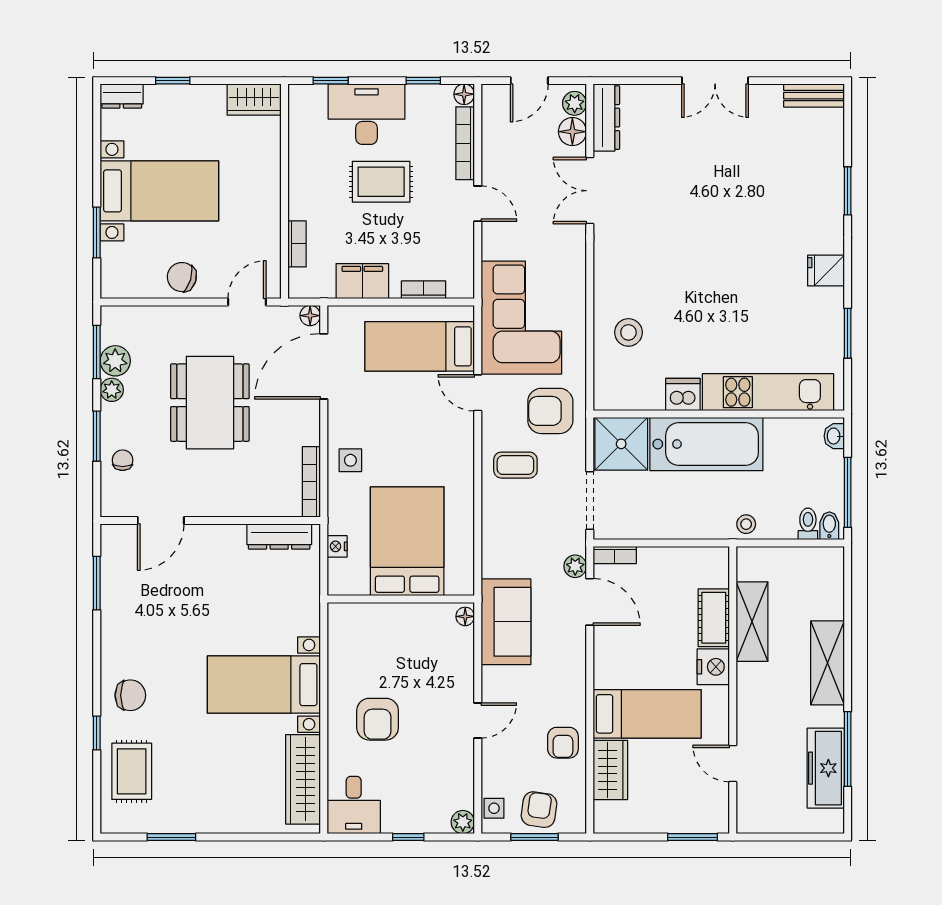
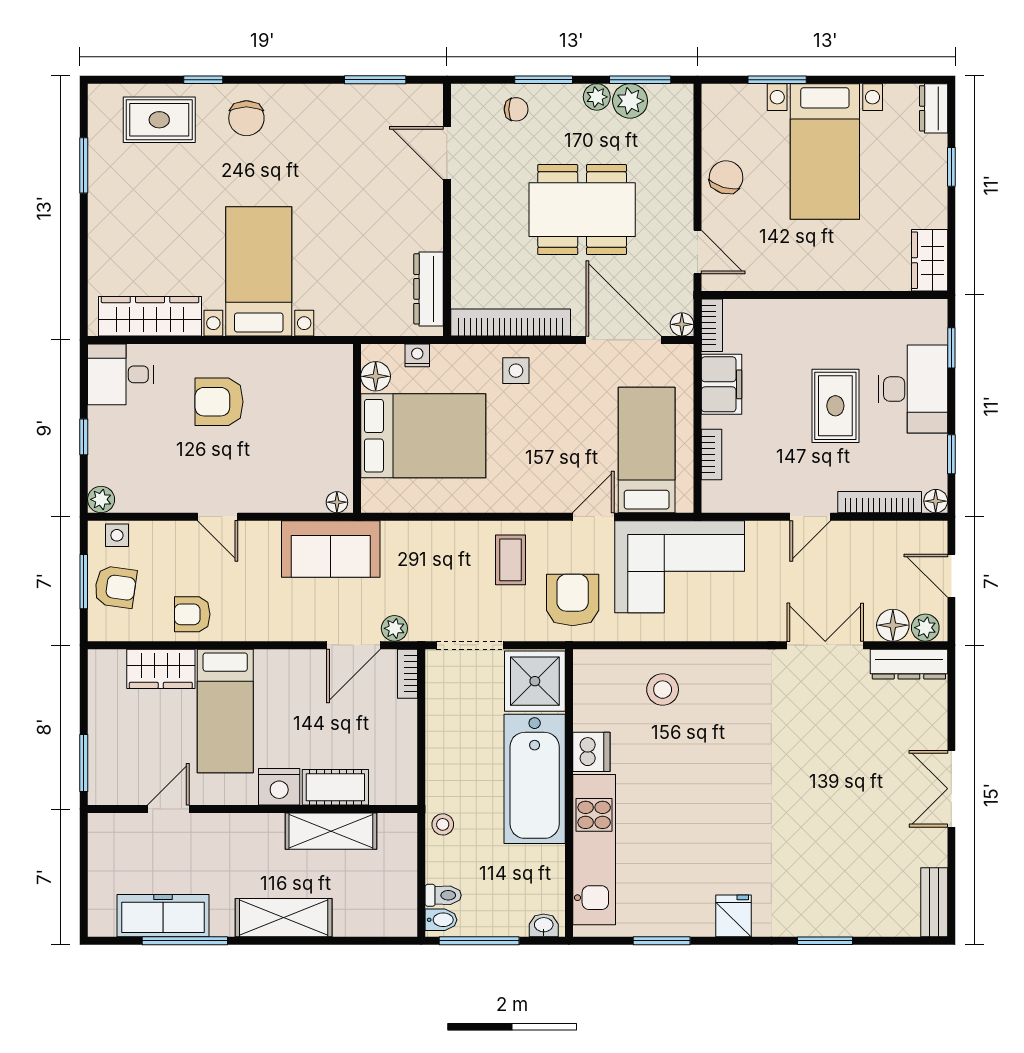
bookcase: (297, 244) -> (712, 325), moved, turned -90
bookcase: (311, 482) -> (511, 323), width x1.48, depth x1.31
floor lamp: (355, 583) -> (376, 376), added

